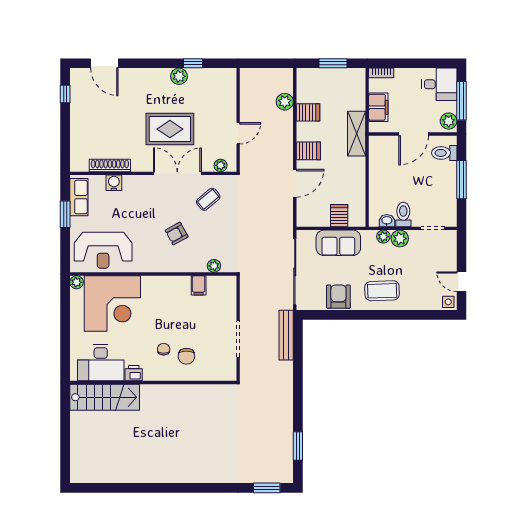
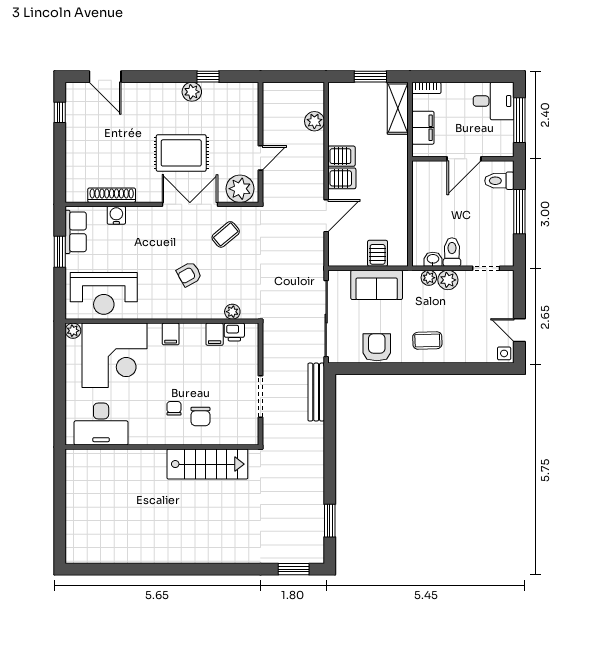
server rack: (308, 112) -> (341, 156), moved
plant: (449, 121) -> (504, 144), removed
shelving: (357, 134) -> (398, 108), moved
plant: (221, 165) -> (240, 189), width x1.88, depth x1.88
filing cabinet: (161, 285) -> (171, 334), added
coffee table: (382, 291) -> (427, 341), width x0.73, depth x0.77
printer: (134, 373) -> (234, 332), moved, turned 180
stairs: (105, 397) -> (207, 464), moved

